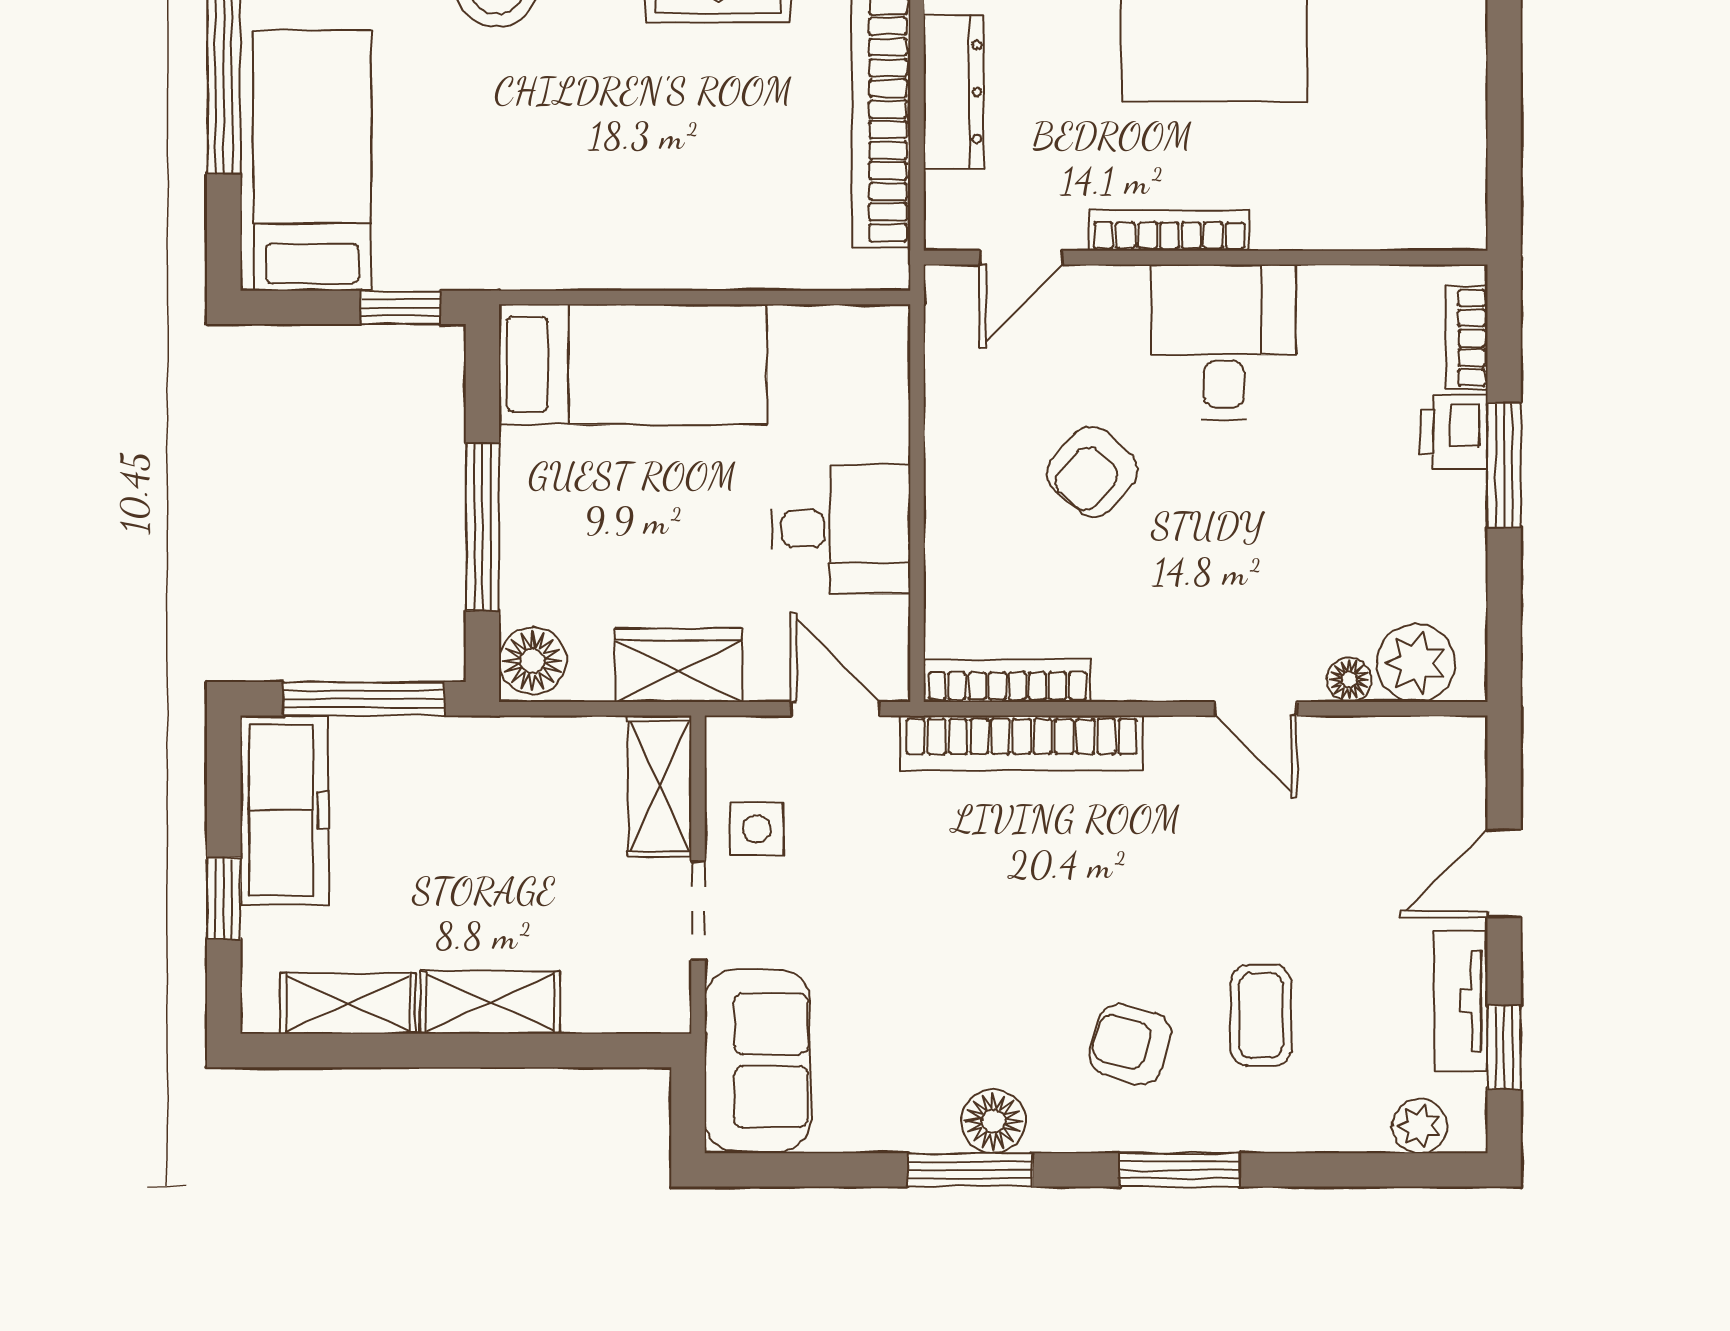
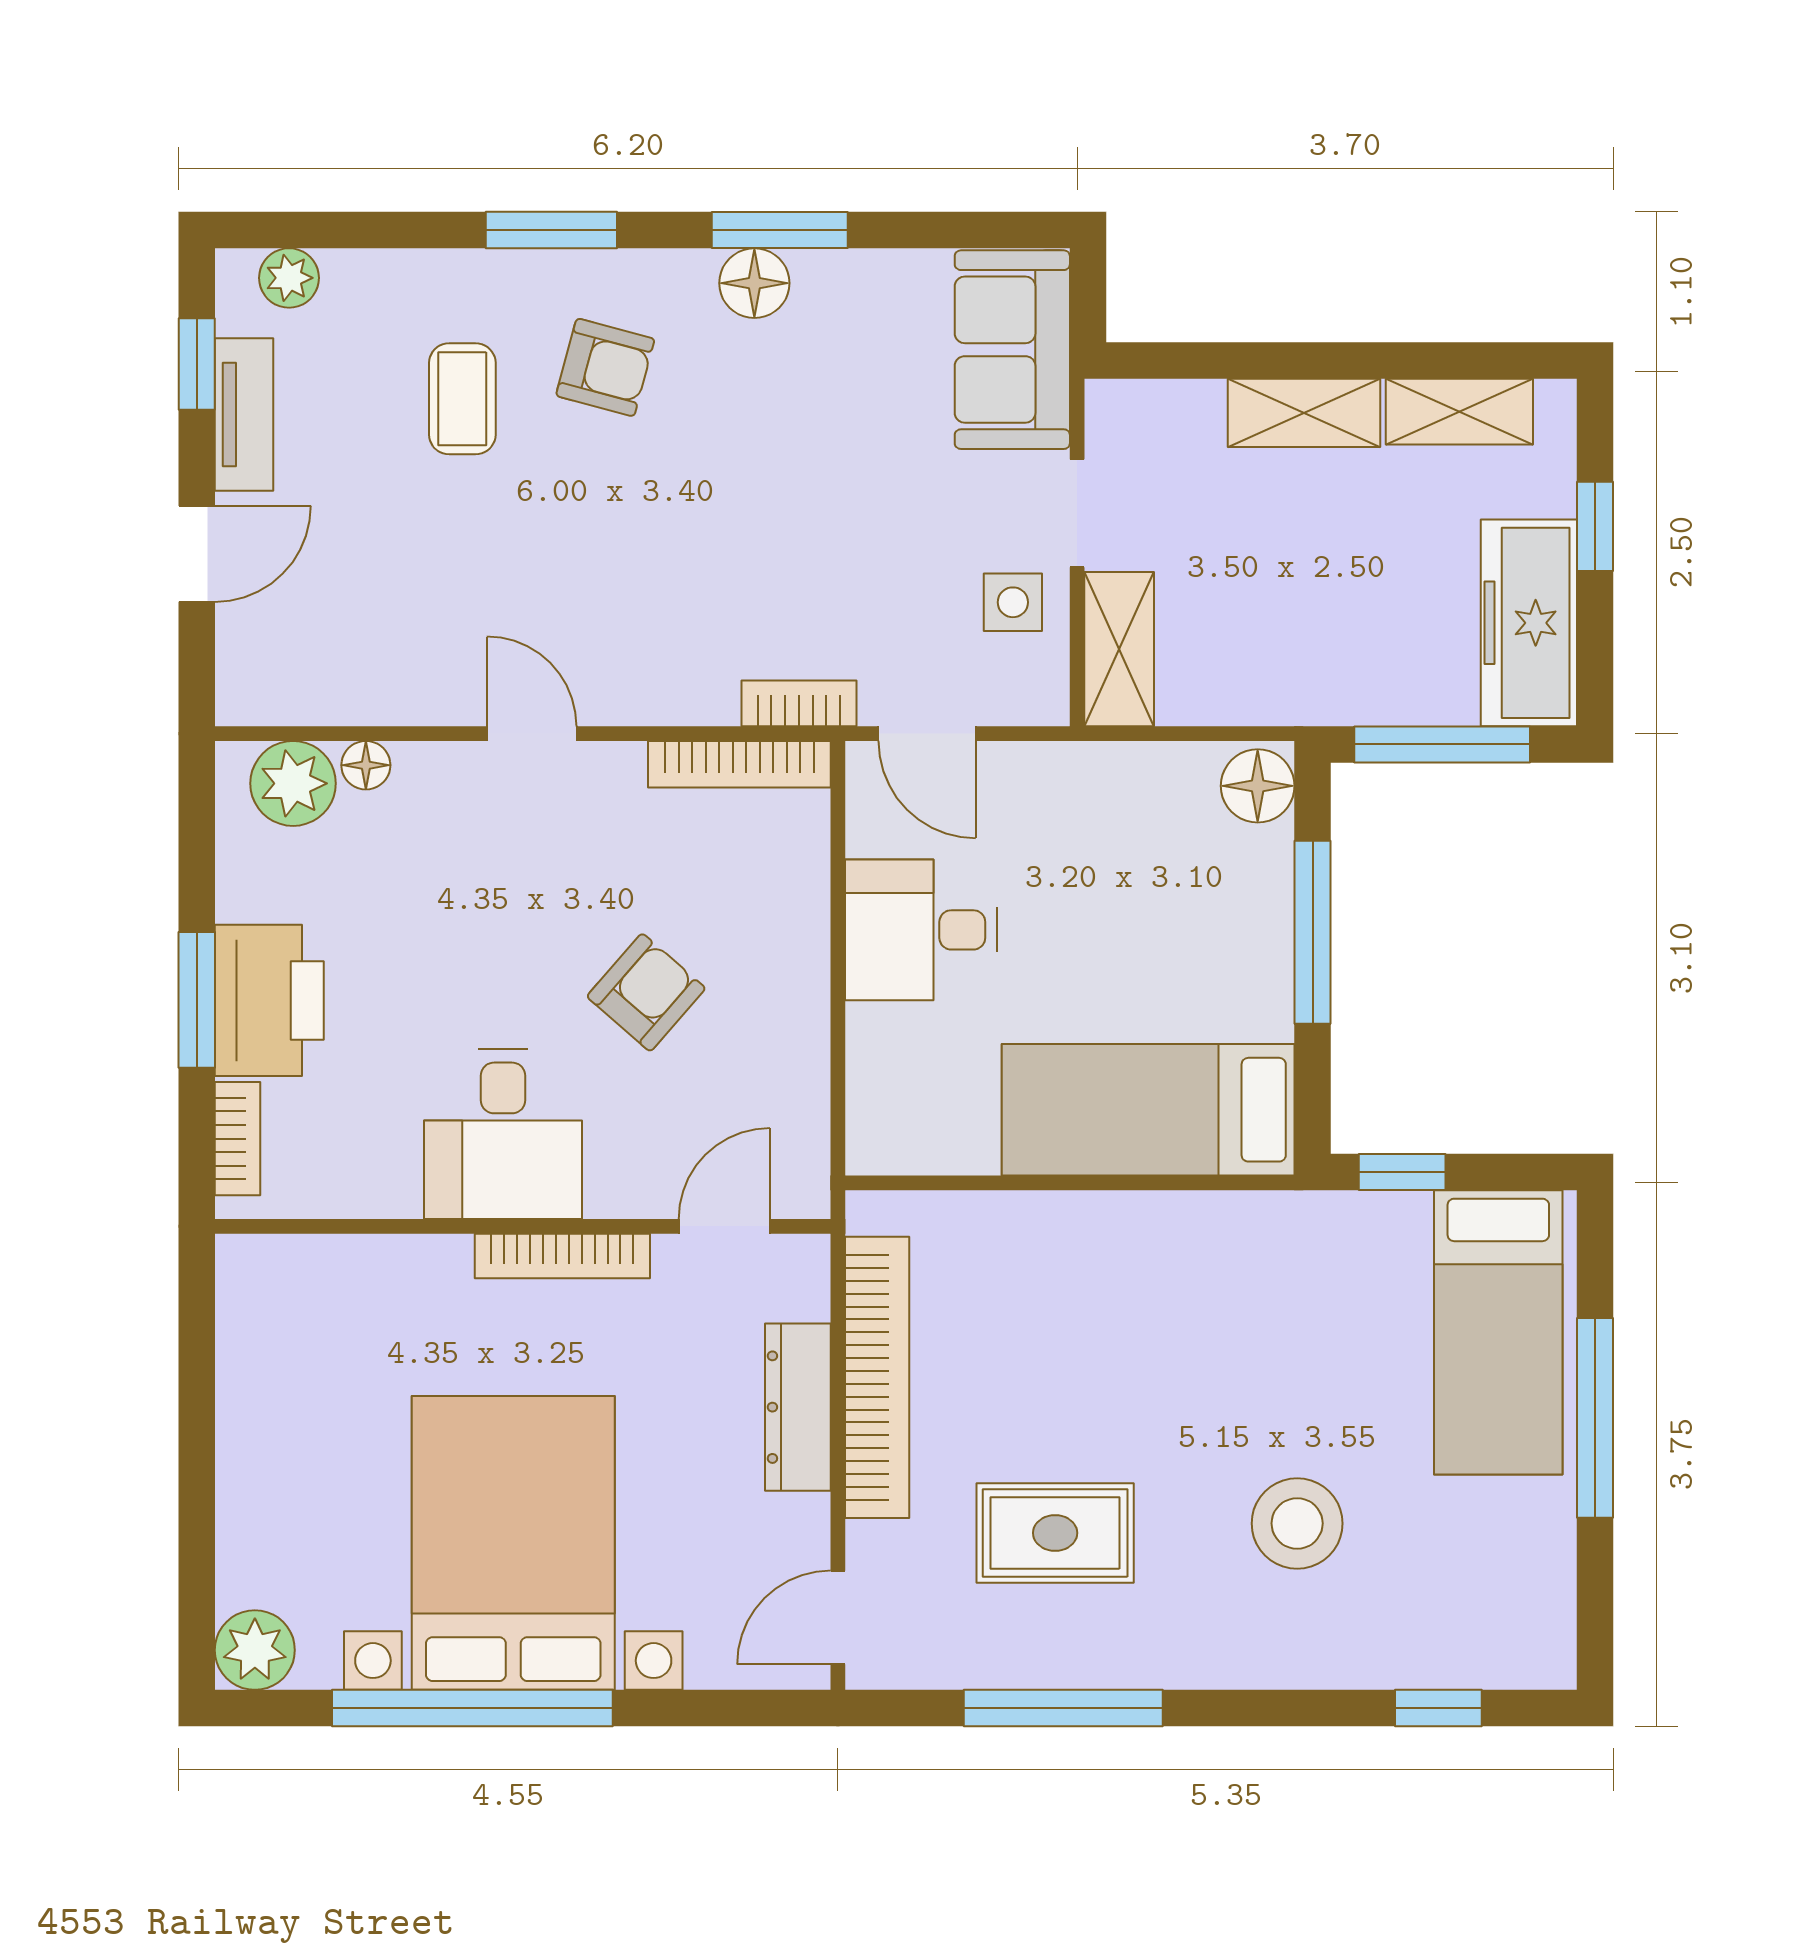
printer: (1454, 432) -> (269, 1000), width x1.87, depth x1.48
wardrobe: (678, 665) -> (1099, 781), removed
door: (1256, 709) -> (532, 734), moved
bookcase: (1022, 743) -> (799, 703), width x0.43, depth x0.76

